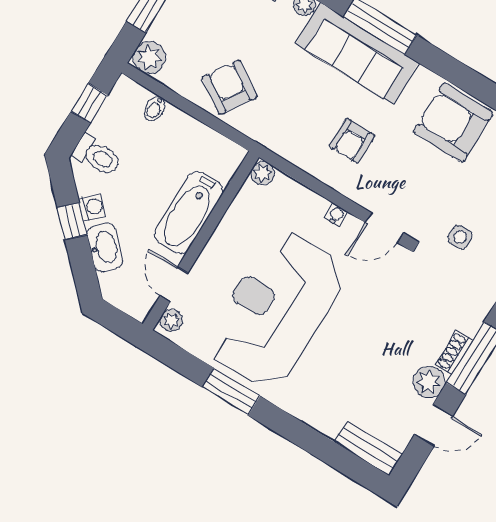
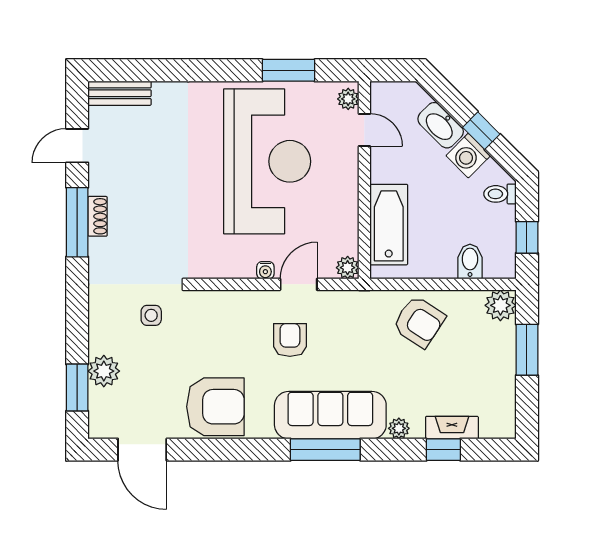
bidet: (155, 108) -> (470, 261), width x1.38, depth x1.36
toilet: (97, 156) -> (500, 194), width x0.73, depth x0.72
washing machine: (92, 207) -> (468, 156), width x1.38, depth x1.38
bathtub: (189, 213) -> (389, 225), moved
door: (384, 228) -> (299, 284), moved
plant: (429, 382) -> (103, 179), removed
window: (231, 392) -> (289, 70), moved

